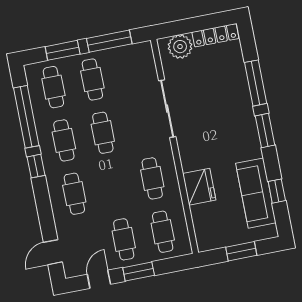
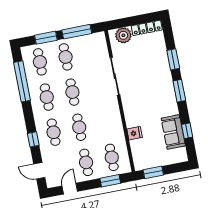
window: (256, 83) -> (173, 59), width x0.69
window: (36, 166) -> (33, 139), moved
cafe table: (152, 178) -> (79, 127), moved
fridge: (199, 187) -> (135, 133), width x0.53, depth x0.75
sofa: (256, 193) -> (173, 132), width x0.73
window: (241, 251) -> (153, 172), moved
door: (53, 252) -> (39, 171), hinge flipped
window: (139, 271) -> (110, 181), moved

